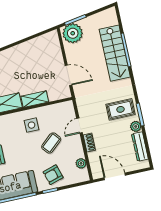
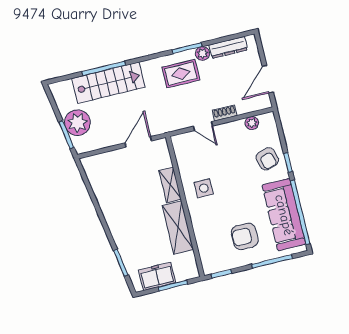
plant: (73, 33) -> (77, 123), moved
rug: (121, 109) -> (181, 74), turned 90
coffee table: (51, 143) -> (226, 162), removed

